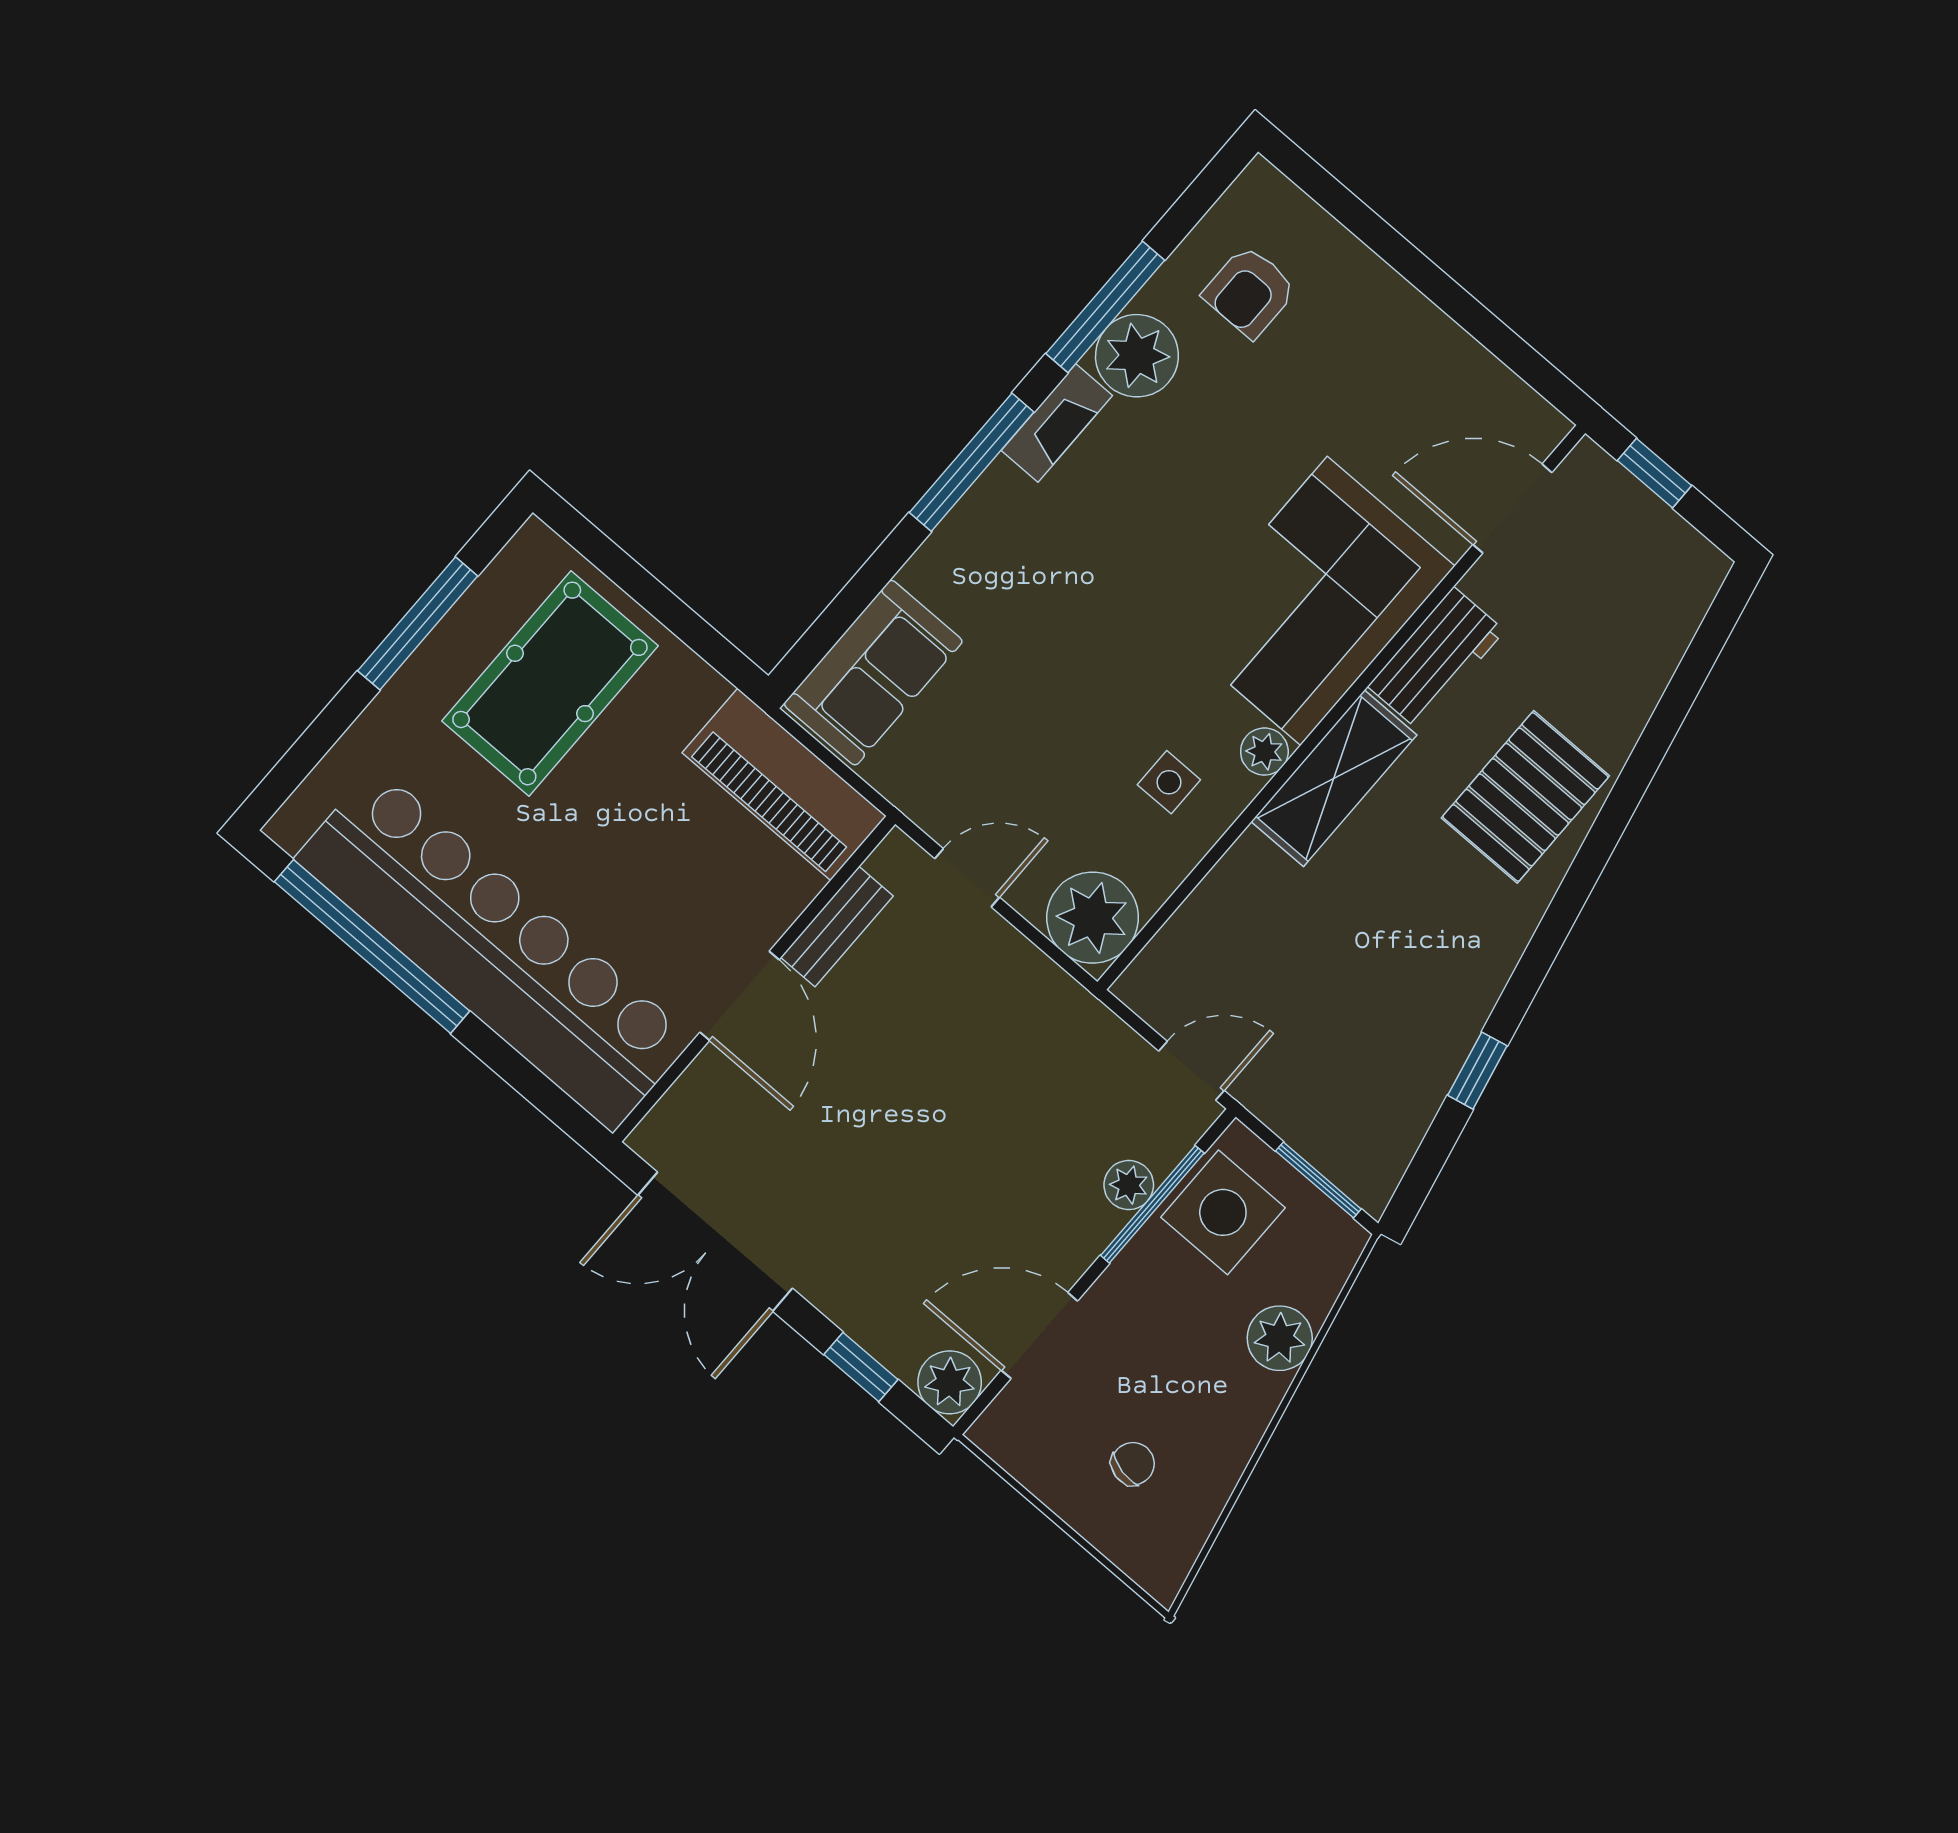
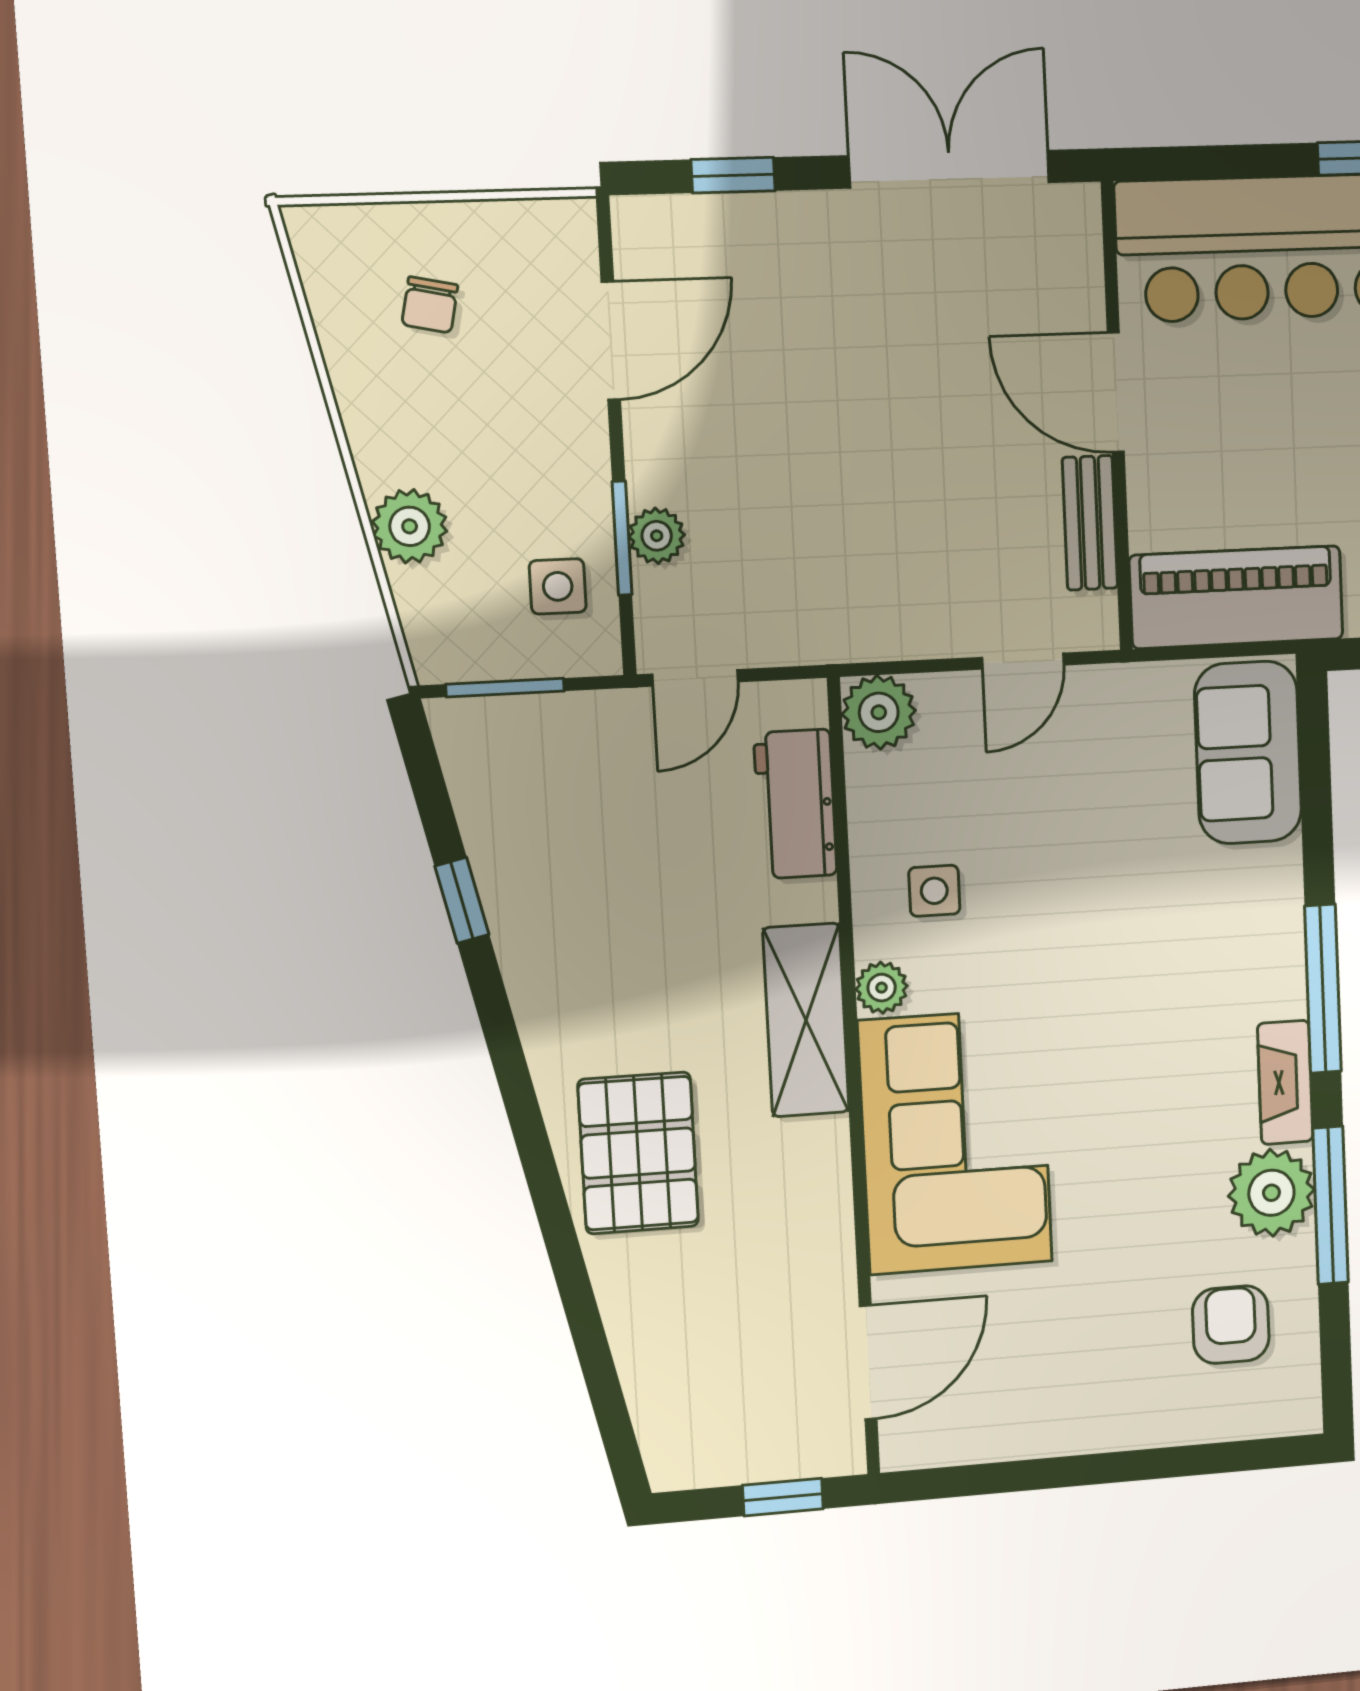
workbench: (1436, 658) -> (795, 804), moved
plant: (1093, 918) -> (879, 712), width x0.73, depth x0.73
window: (1152, 1204) -> (622, 538), width x0.69
side table: (1223, 1212) -> (558, 586), width x0.54, depth x0.54
plant: (950, 1382) -> (648, 231), removed

